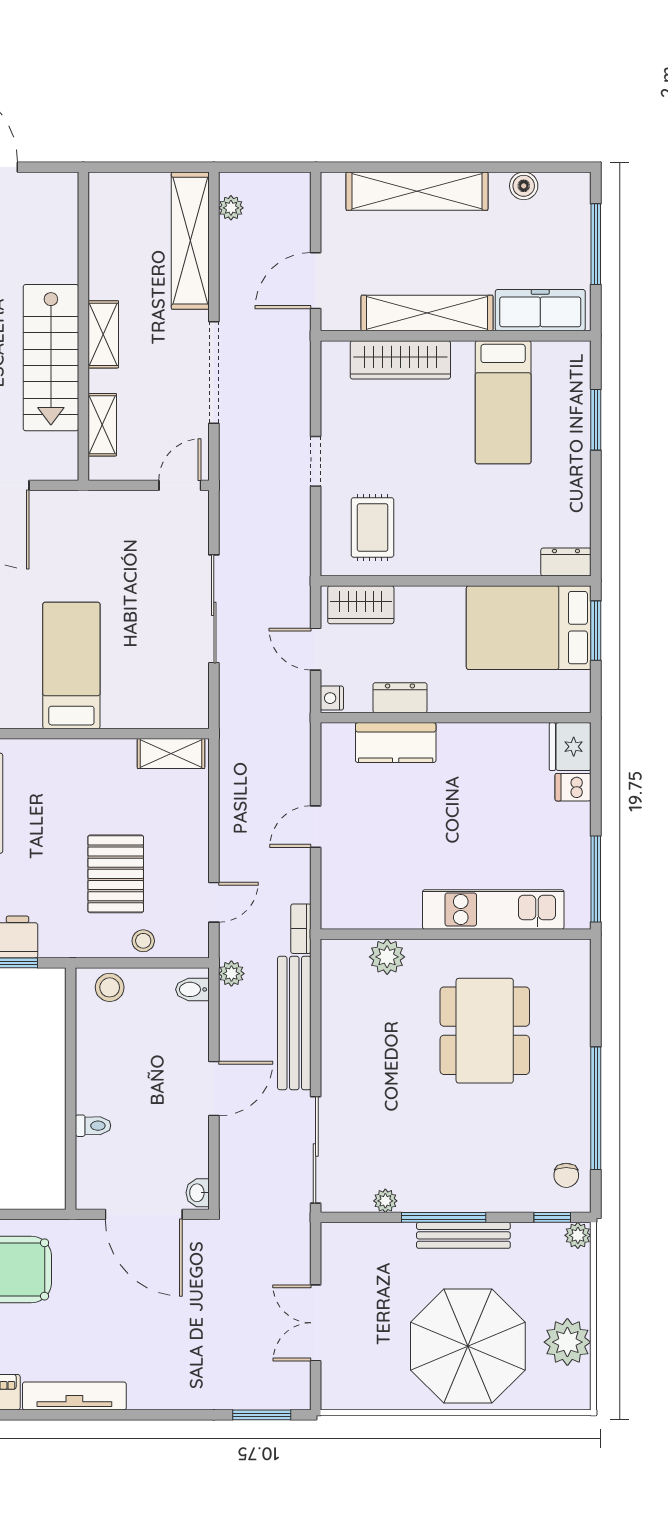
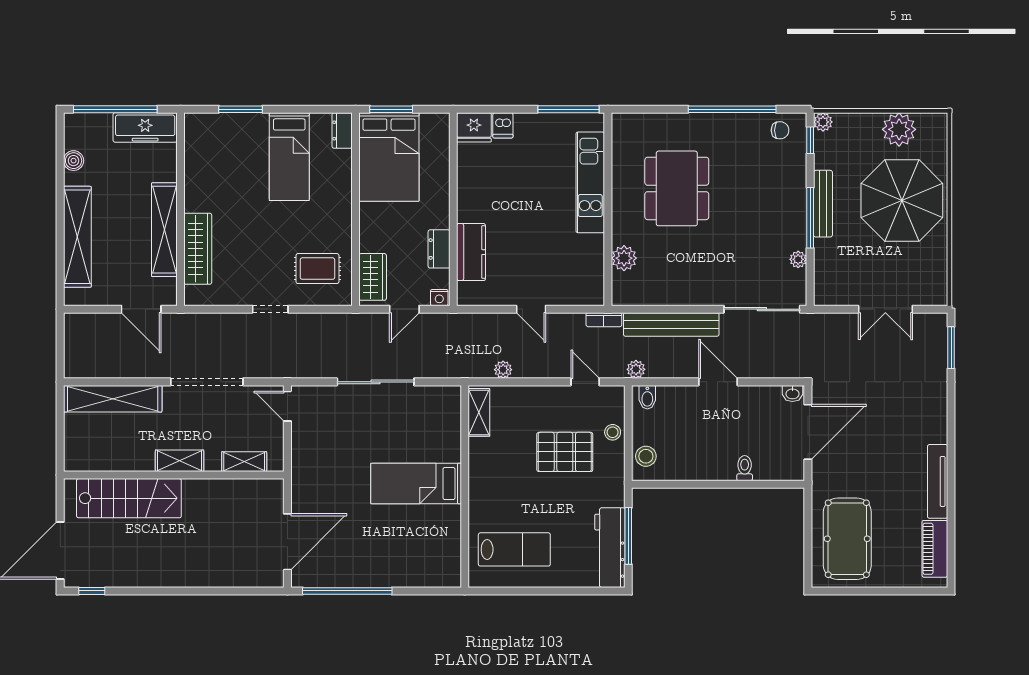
plant: (231, 208) -> (503, 370), moved
window: (596, 244) -> (115, 109), width x1.46
freezer: (540, 310) -> (145, 127), moved, turned -90
stairs: (51, 358) -> (129, 498), moved
bed: (503, 402) -> (289, 157), moved, turned 90
dining table: (485, 1031) -> (677, 188), turned 90

